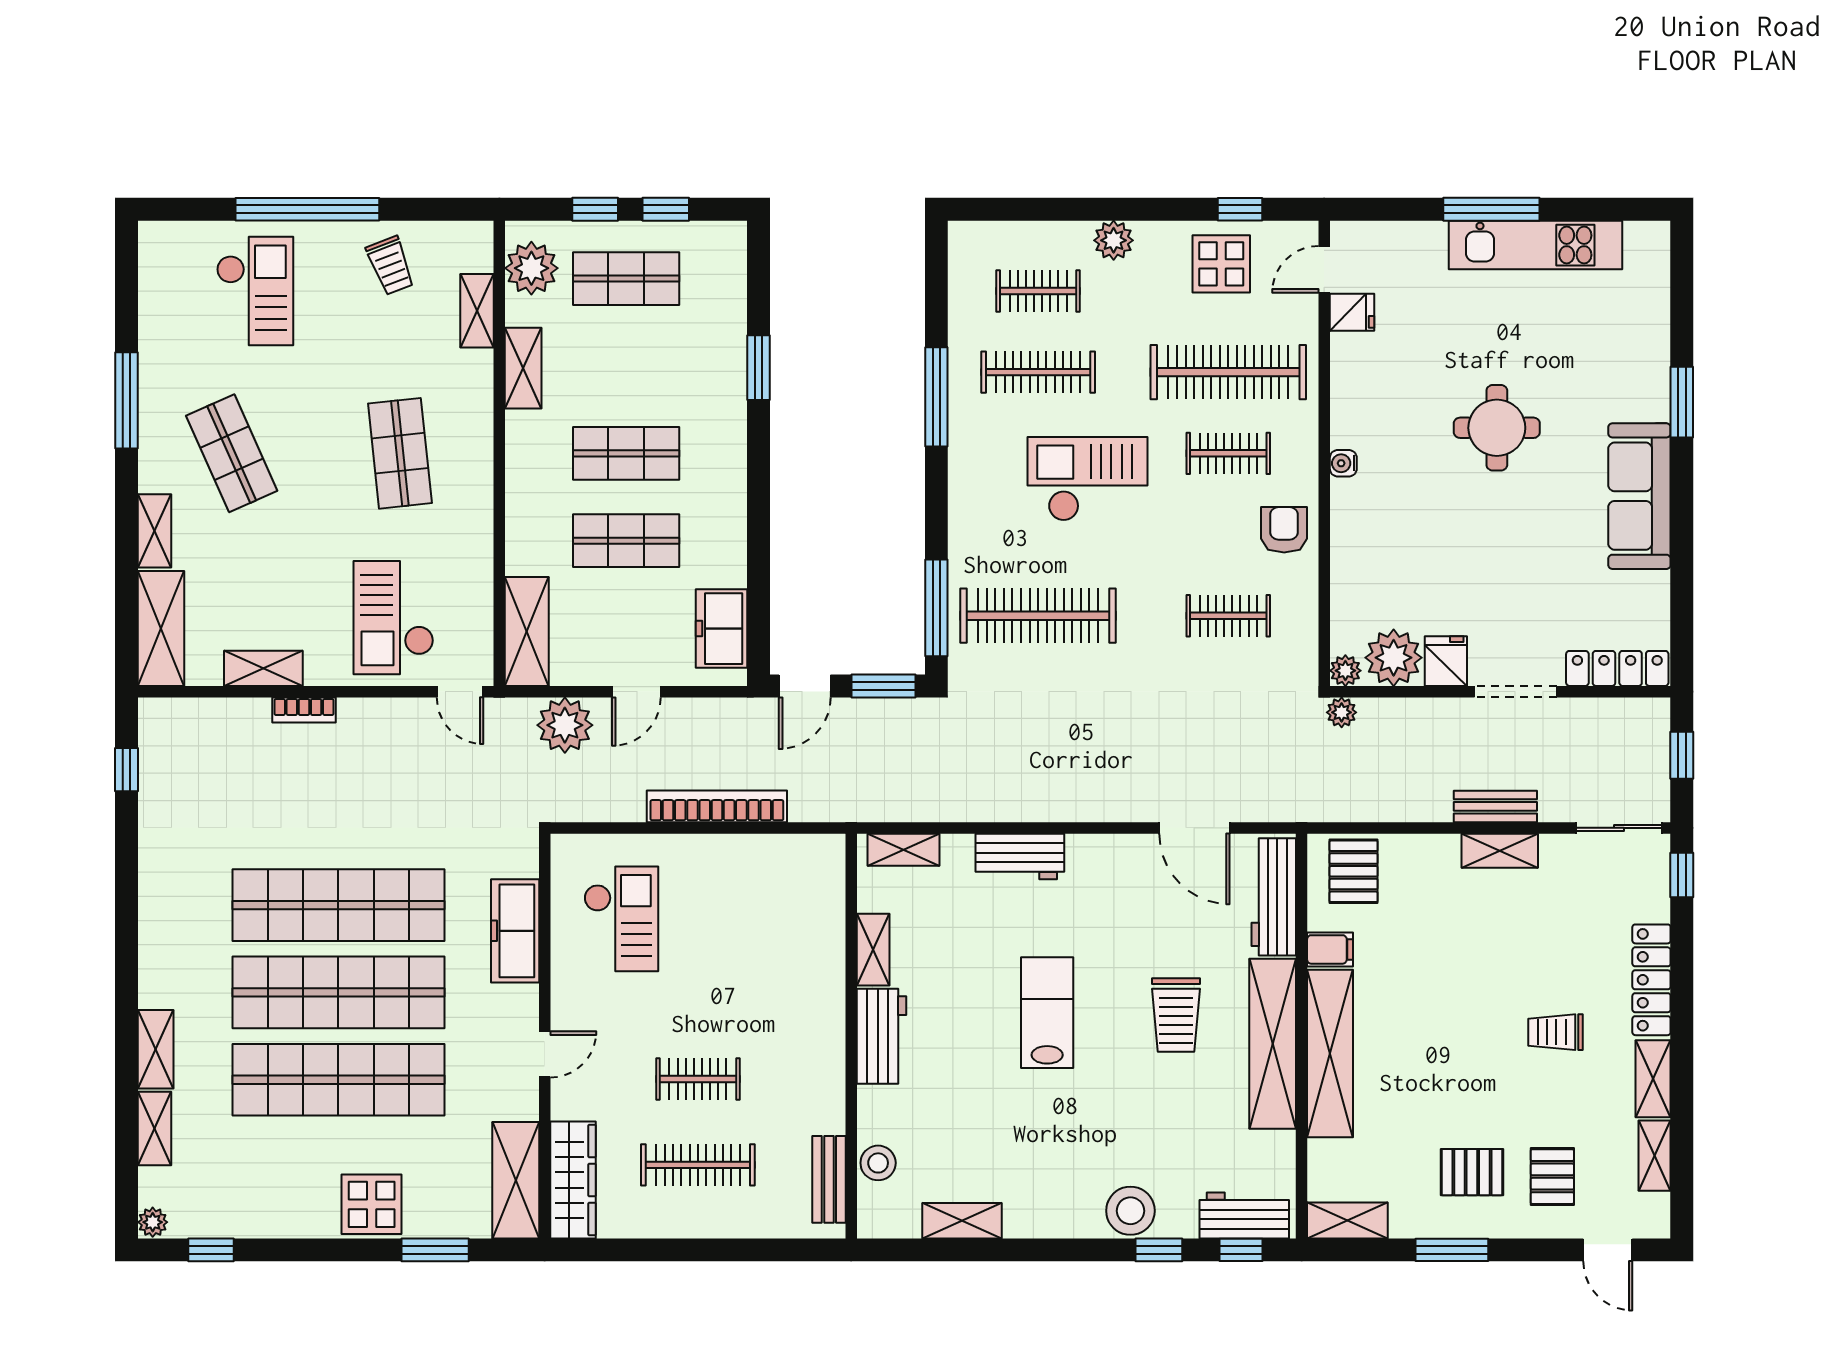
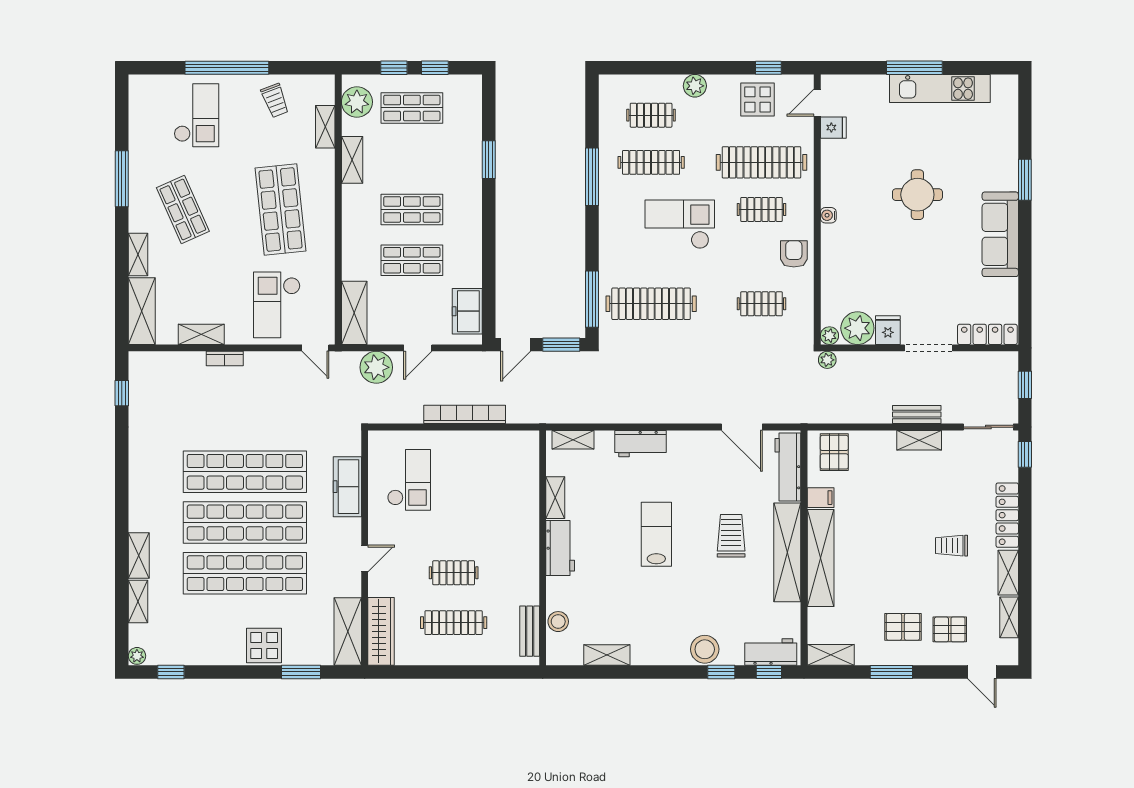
shop shelf: (400, 453) -> (281, 209), width x1.43, depth x1.36
trolley: (1176, 1015) -> (731, 536), turned 180
pallet: (1552, 1177) -> (950, 629), turned 90

